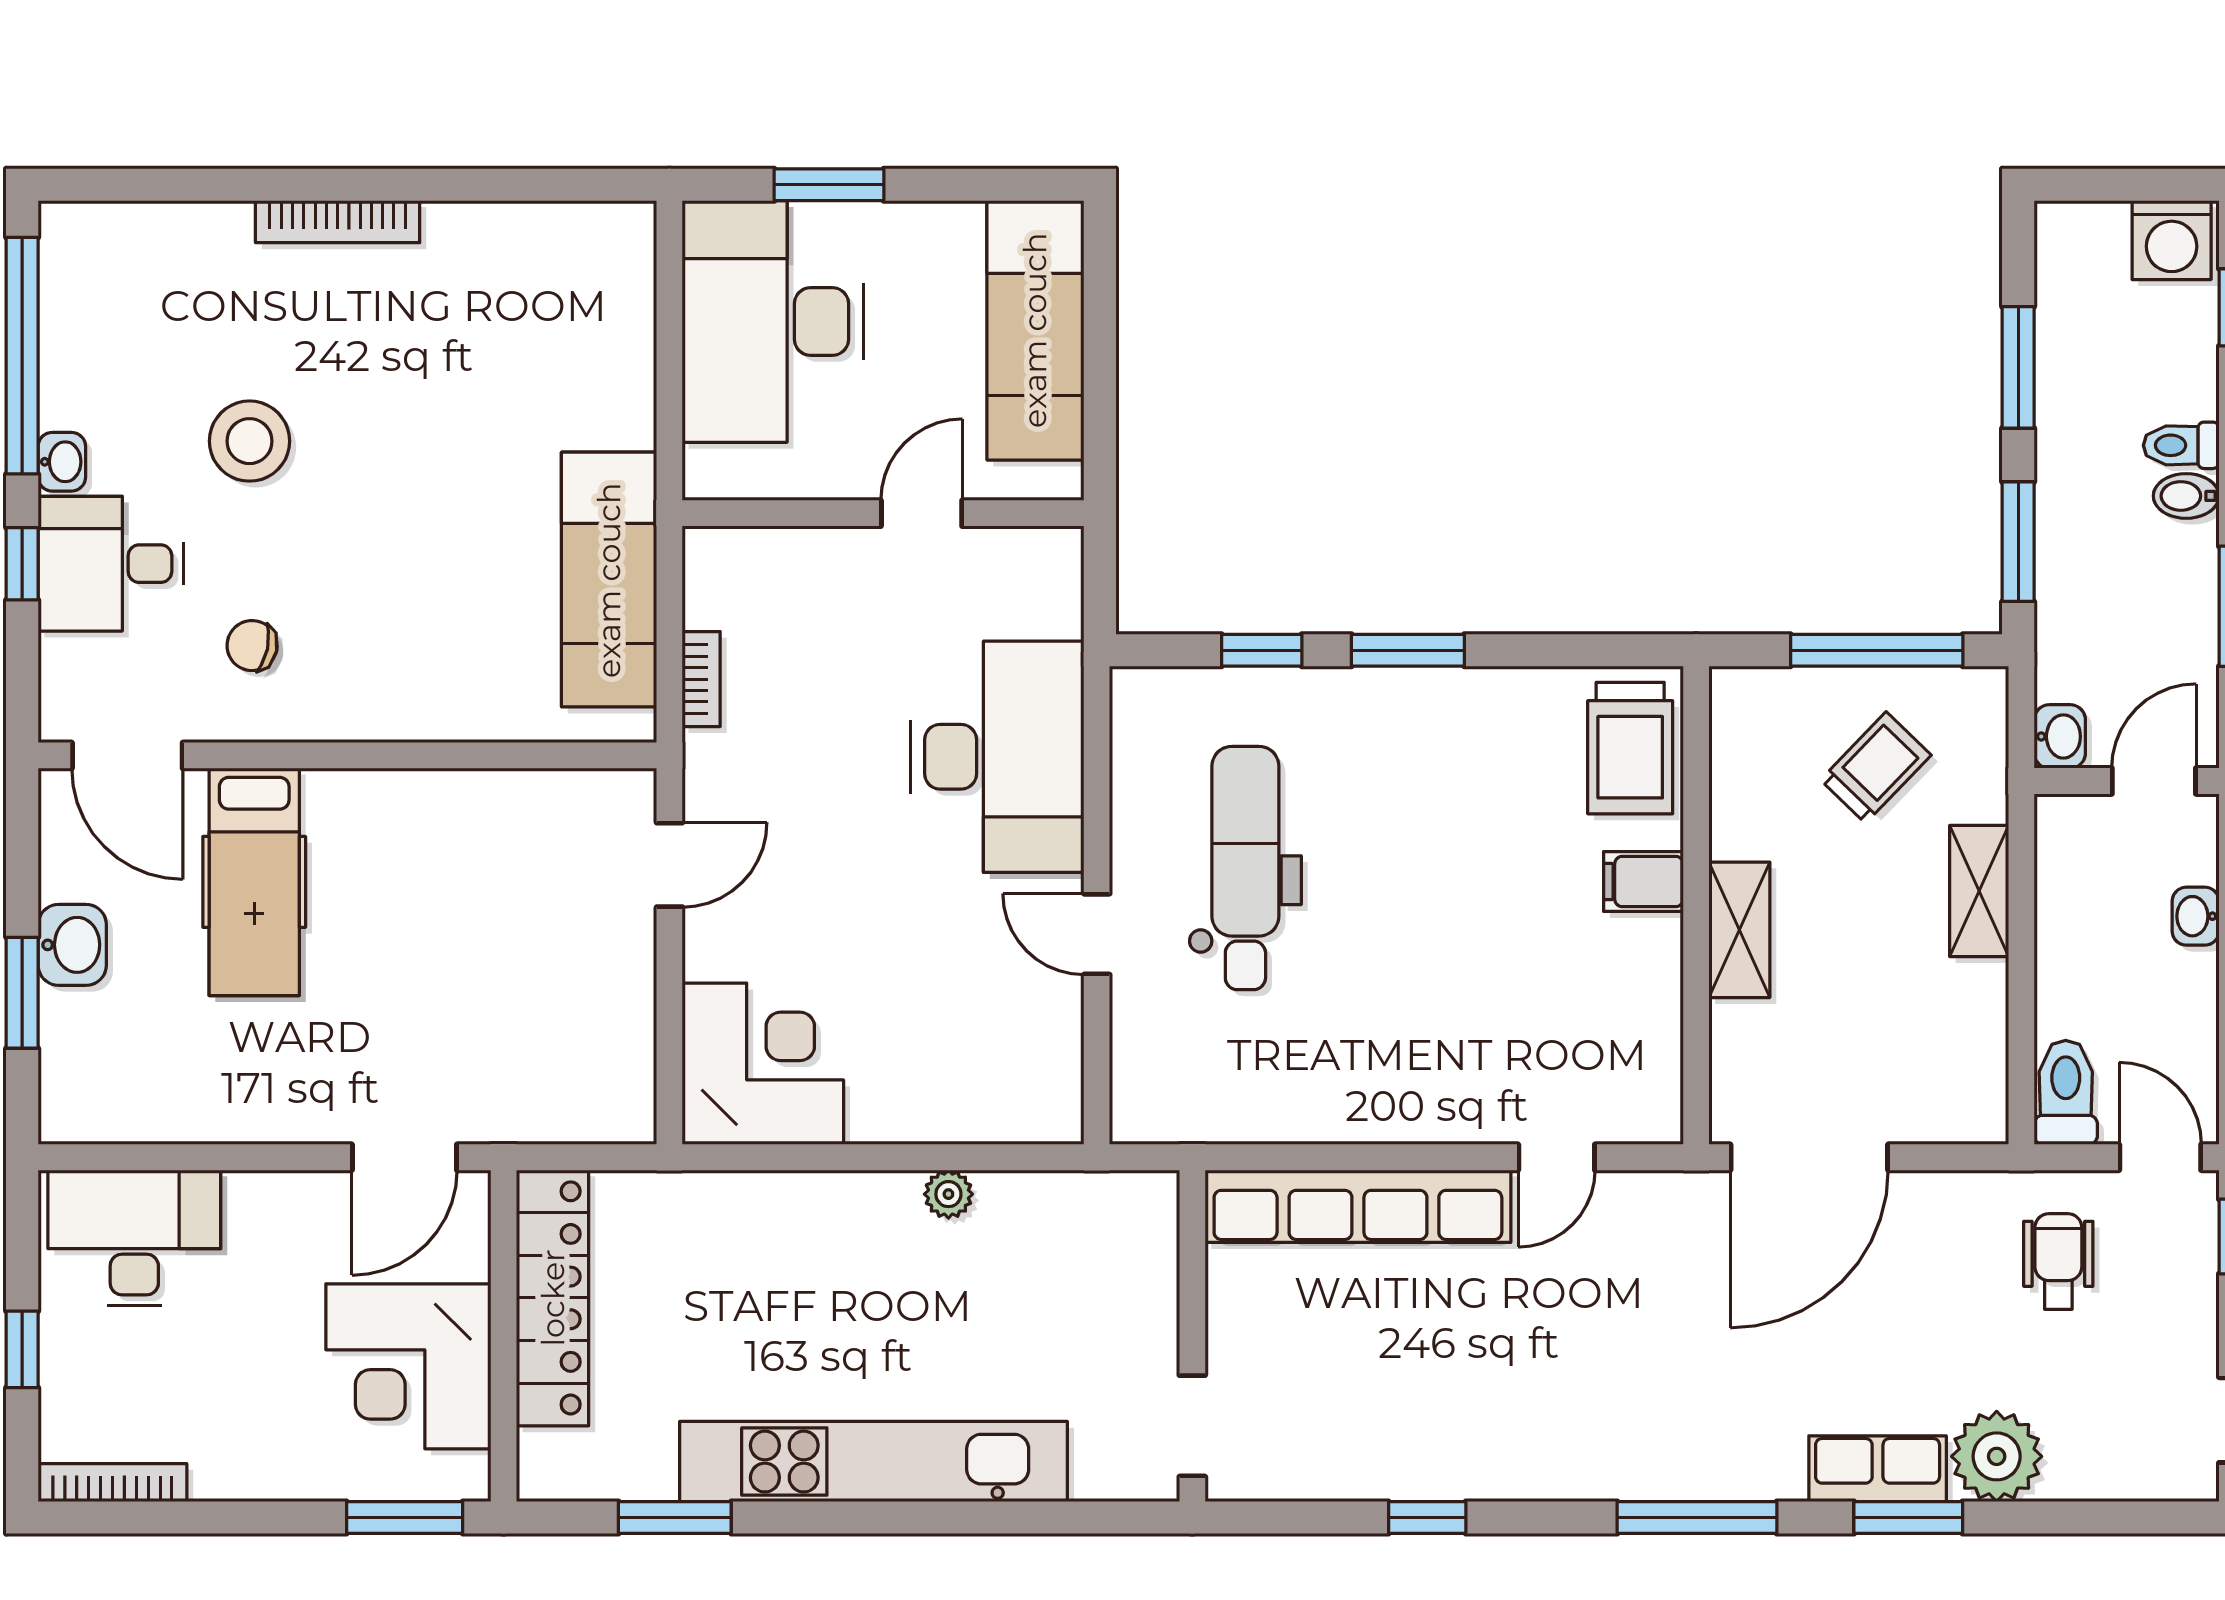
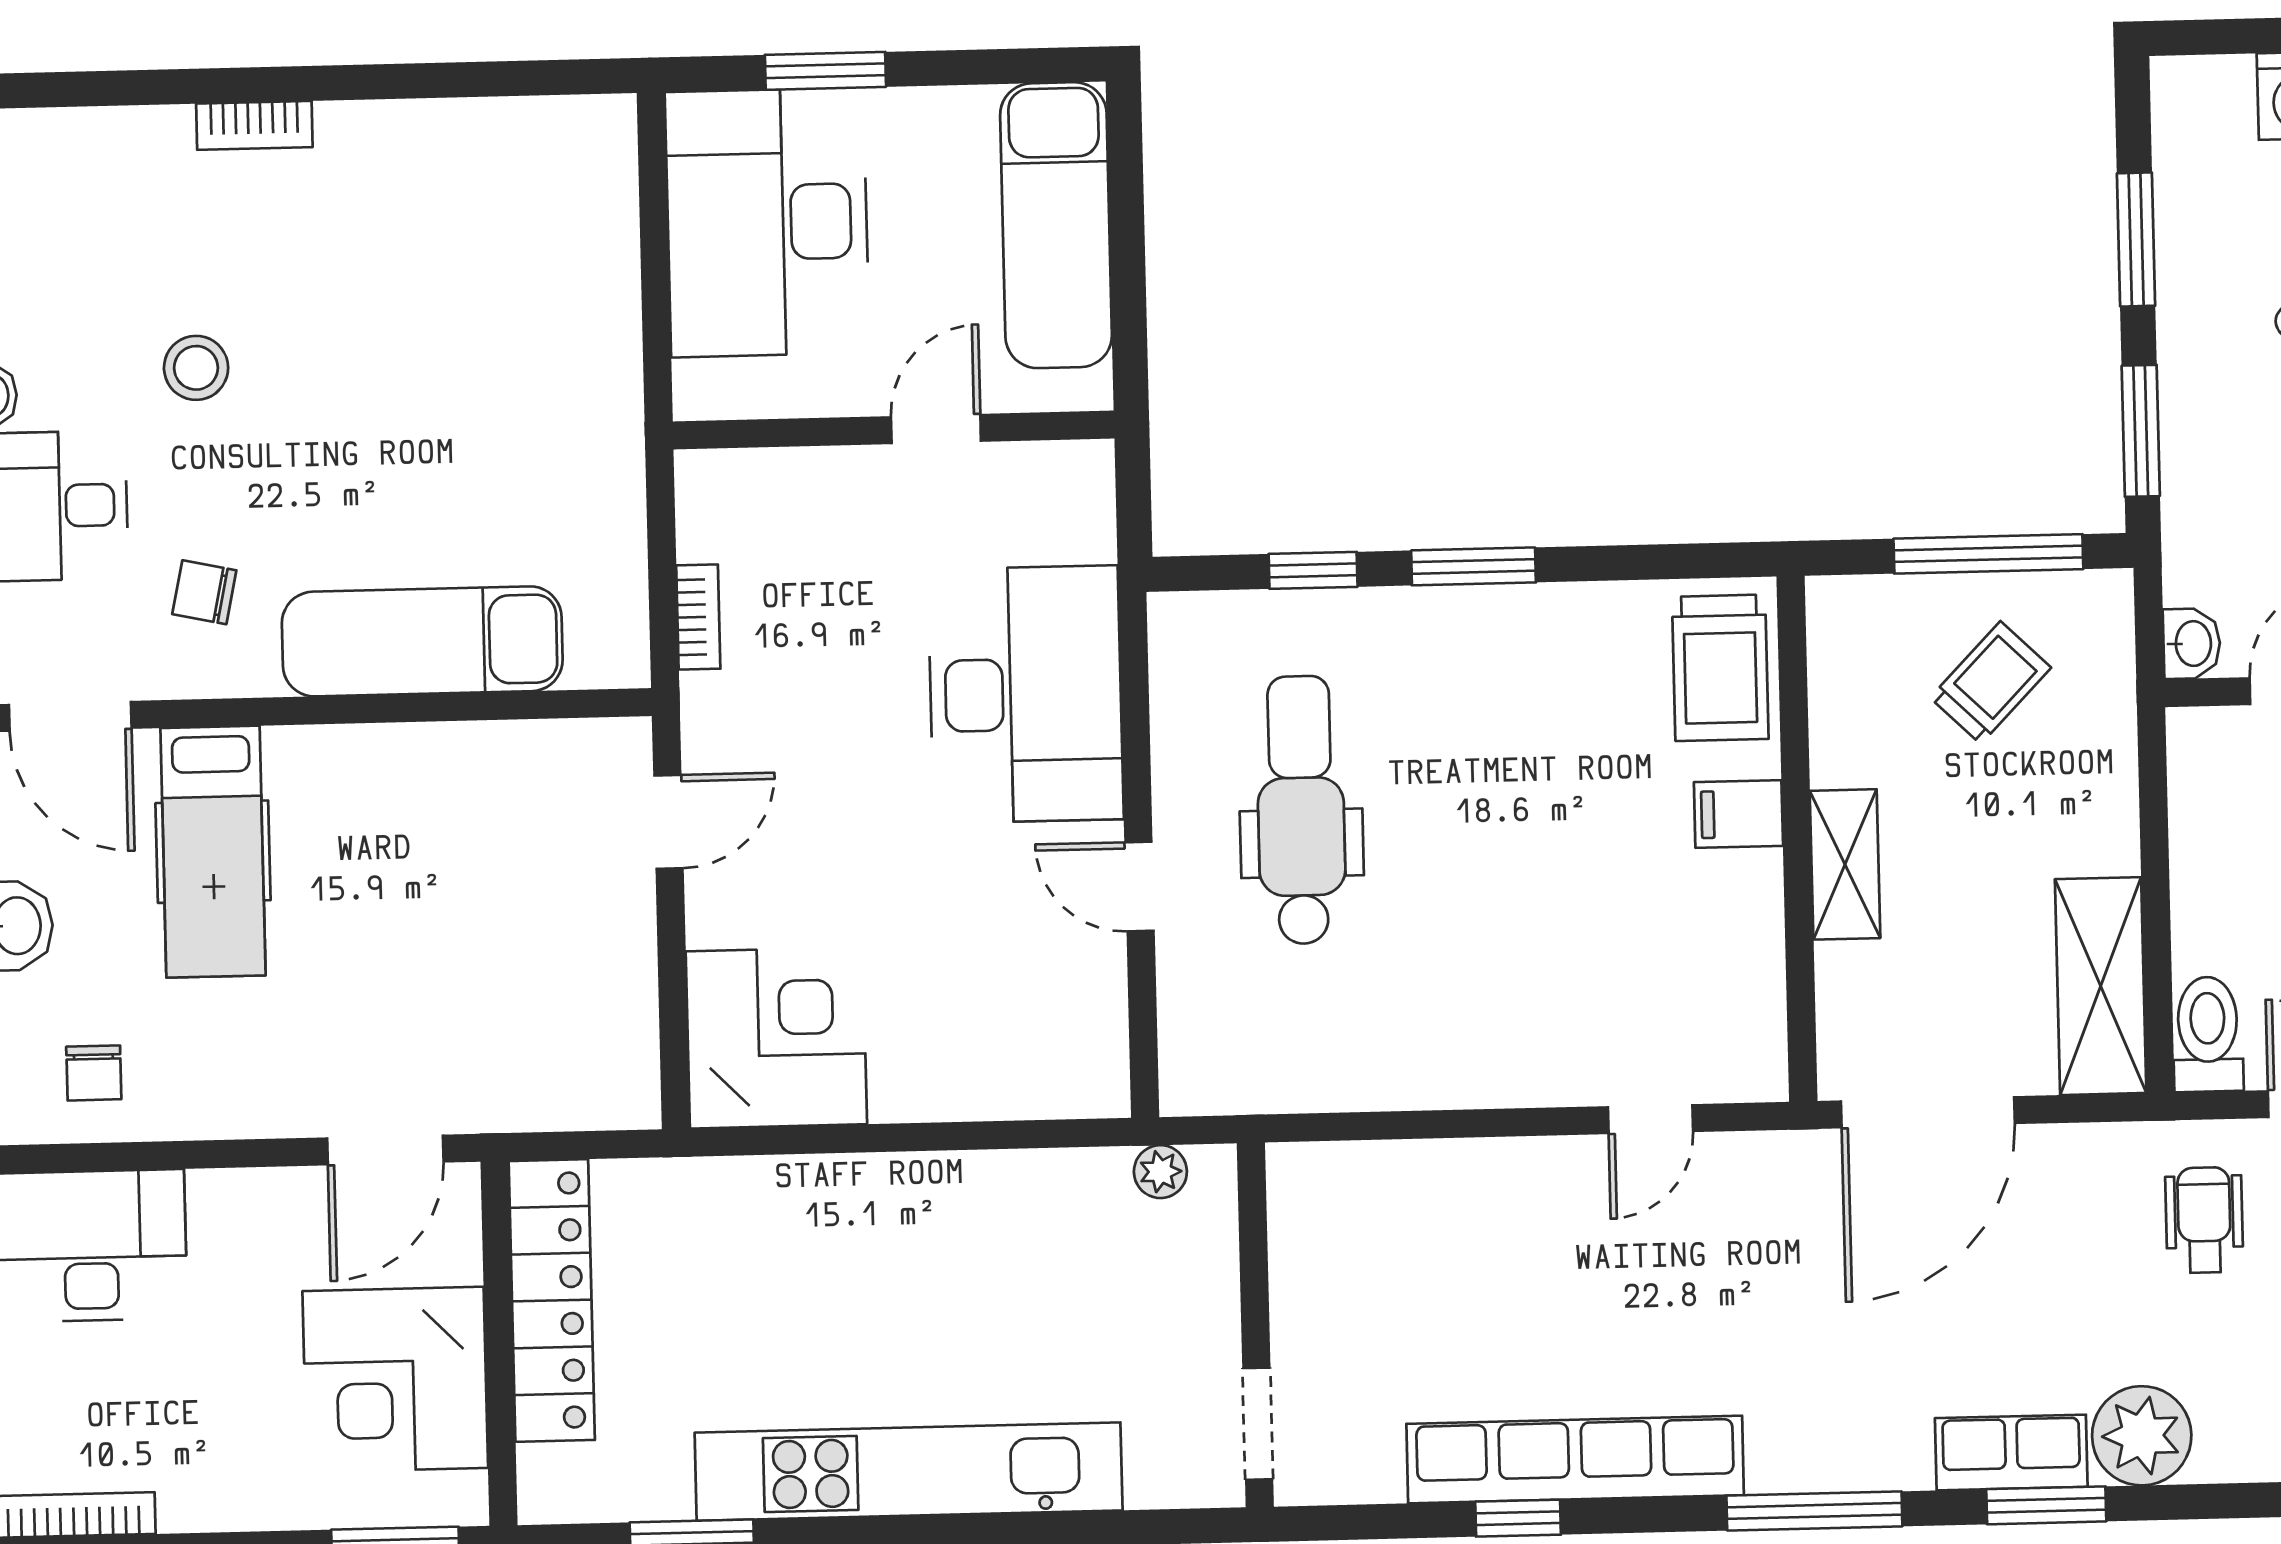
bookcase: (338, 222) -> (254, 125), width x0.64
stool: (250, 441) -> (196, 368), width x0.73, depth x0.73
exam couch: (609, 580) -> (422, 641), moved, turned 90
shelving: (1979, 891) -> (2101, 986), moved, width x1.50, depth x1.33
chair: (141, 1081) -> (94, 1073), added
plant: (948, 1194) -> (1160, 1172), moved
row of seats: (1358, 1206) -> (1575, 1459), moved, turned 180

